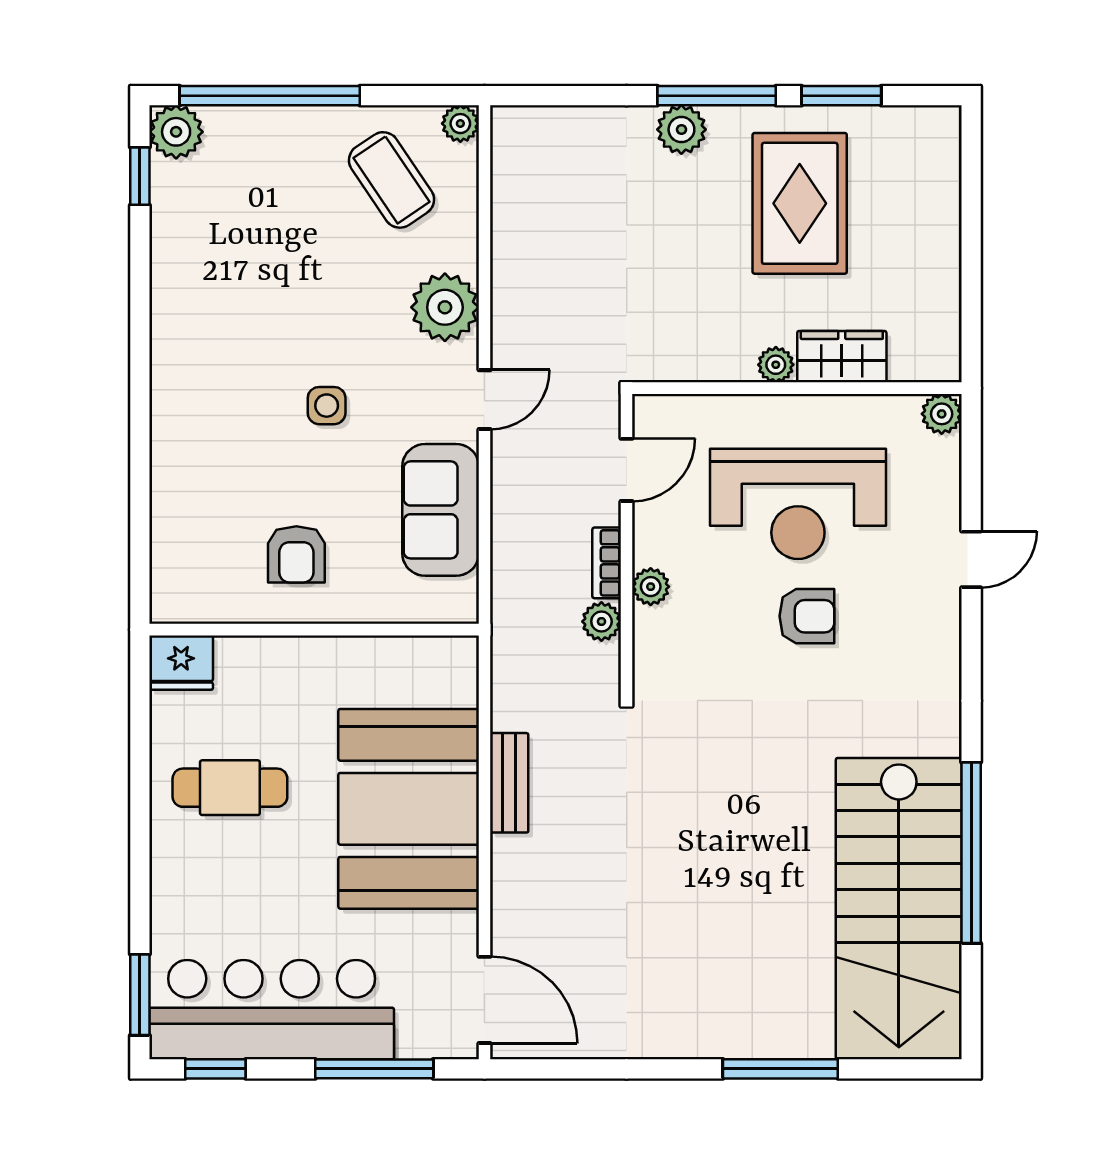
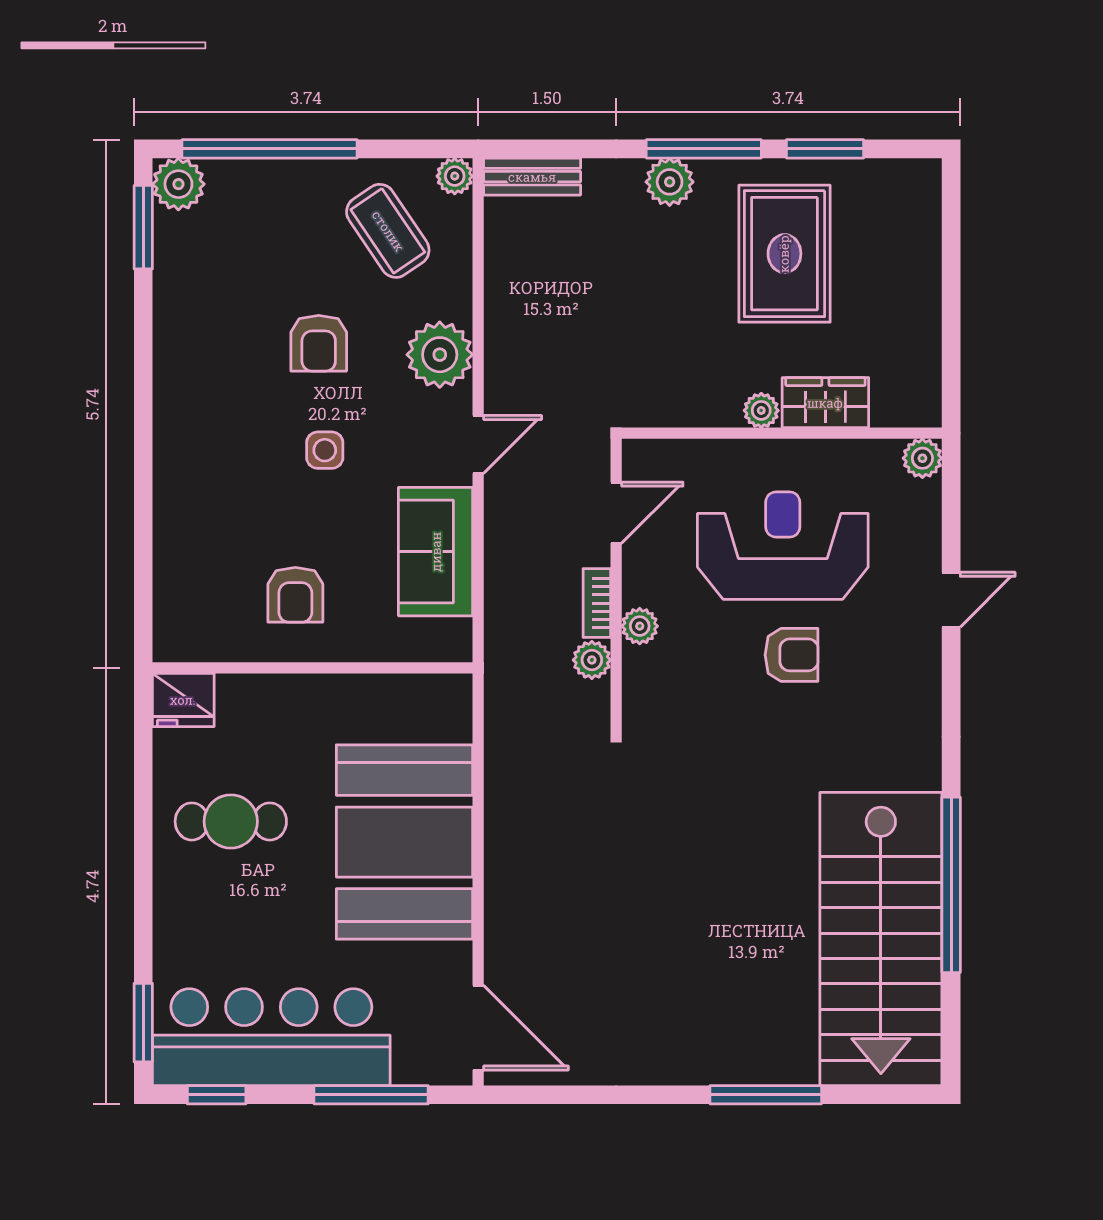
window: (140, 176) -> (143, 227), width x1.50
armchair: (320, 296) -> (319, 343), added
reception desk: (798, 504) -> (783, 546), turned 180
bench: (509, 783) -> (532, 177), moved, turned 90

